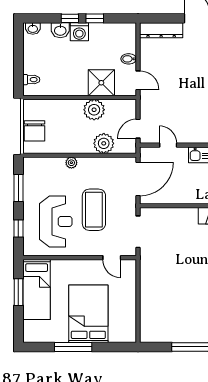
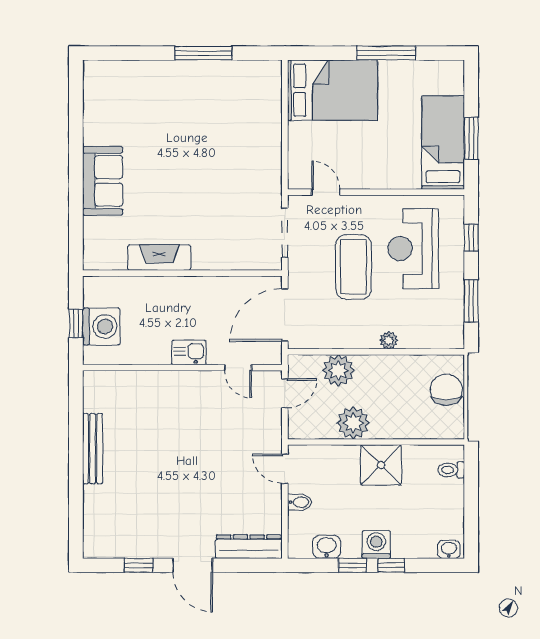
washbasin: (60, 30) -> (327, 547), moved
shower: (101, 83) -> (381, 465), moved
bed: (88, 314) -> (332, 90), moved, turned -90

